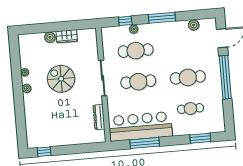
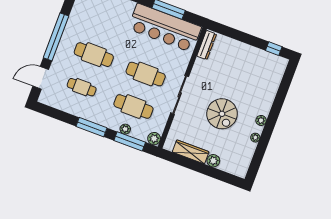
window: (125, 21) -> (130, 141), width x2.17
plant: (194, 25) -> (154, 139), moved
wardrobe: (67, 36) -> (191, 152), width x1.50
cafe table: (190, 109) -> (82, 87), moved
dresser: (99, 117) -> (207, 45), moved

